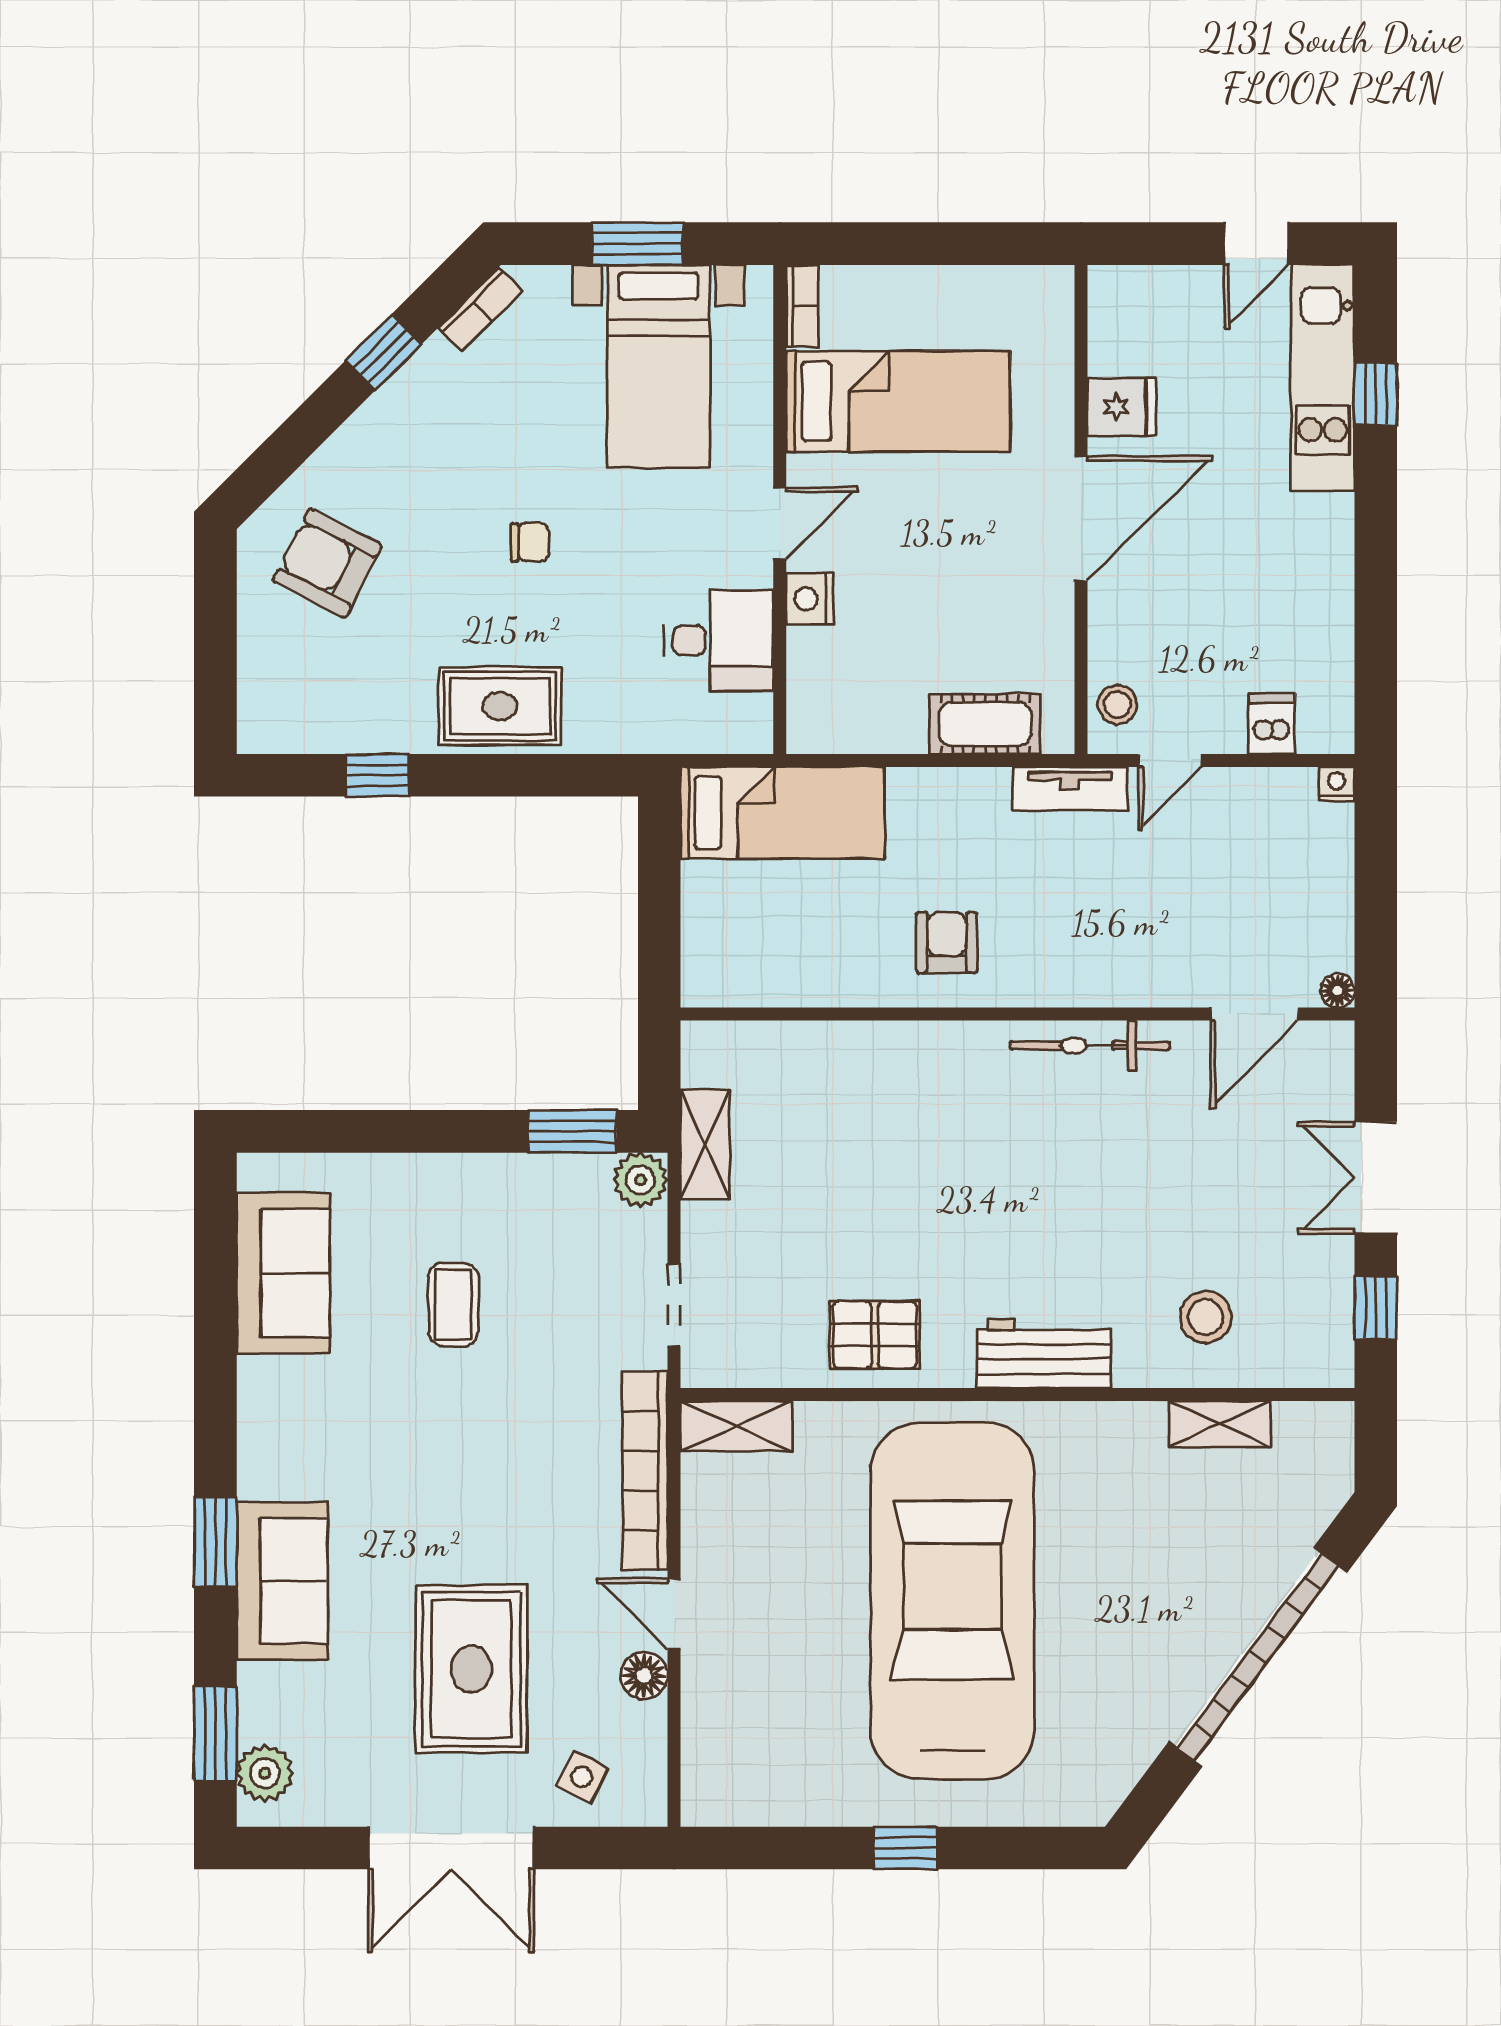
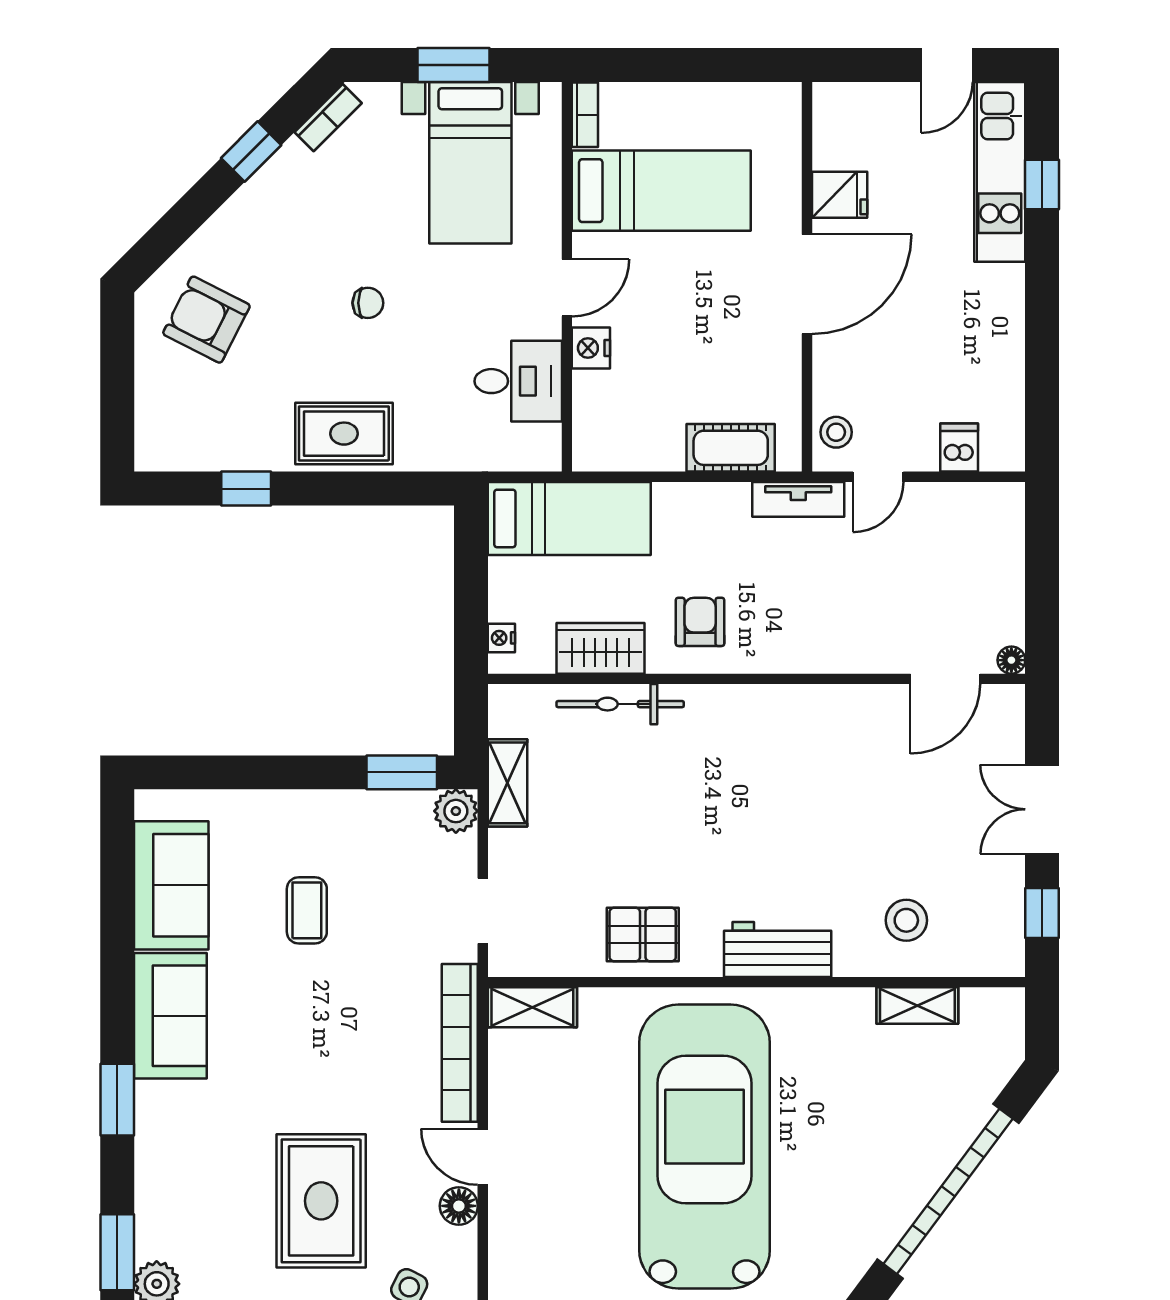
nightstand: (1337, 784) -> (501, 638), moved, turned -90
wardrobe: (822, 976) -> (600, 648), added
bicycle: (1090, 1046) -> (620, 704), moved
sofa: (282, 1581) -> (170, 1016), moved

